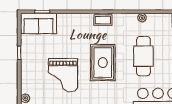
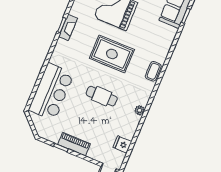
cafe table: (143, 56) -> (102, 96), width x0.73, depth x0.74

